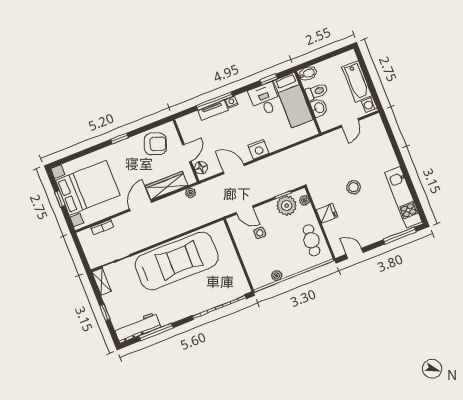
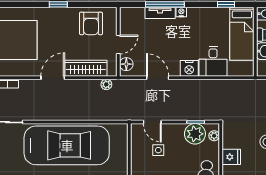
desk: (265, 99) -> (213, 61), moved, turned 180
armchair: (155, 144) -> (91, 23), turned 70

